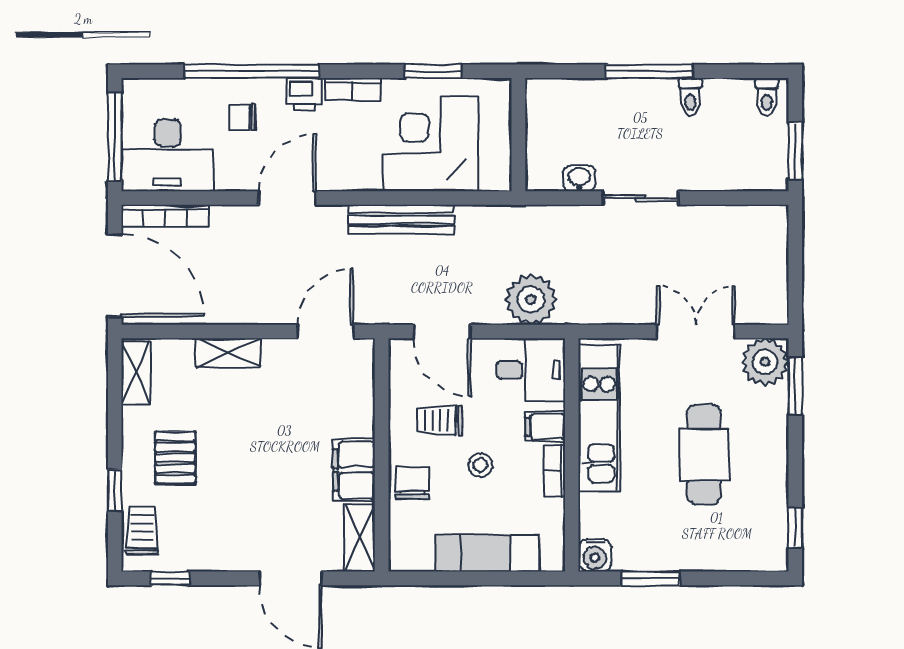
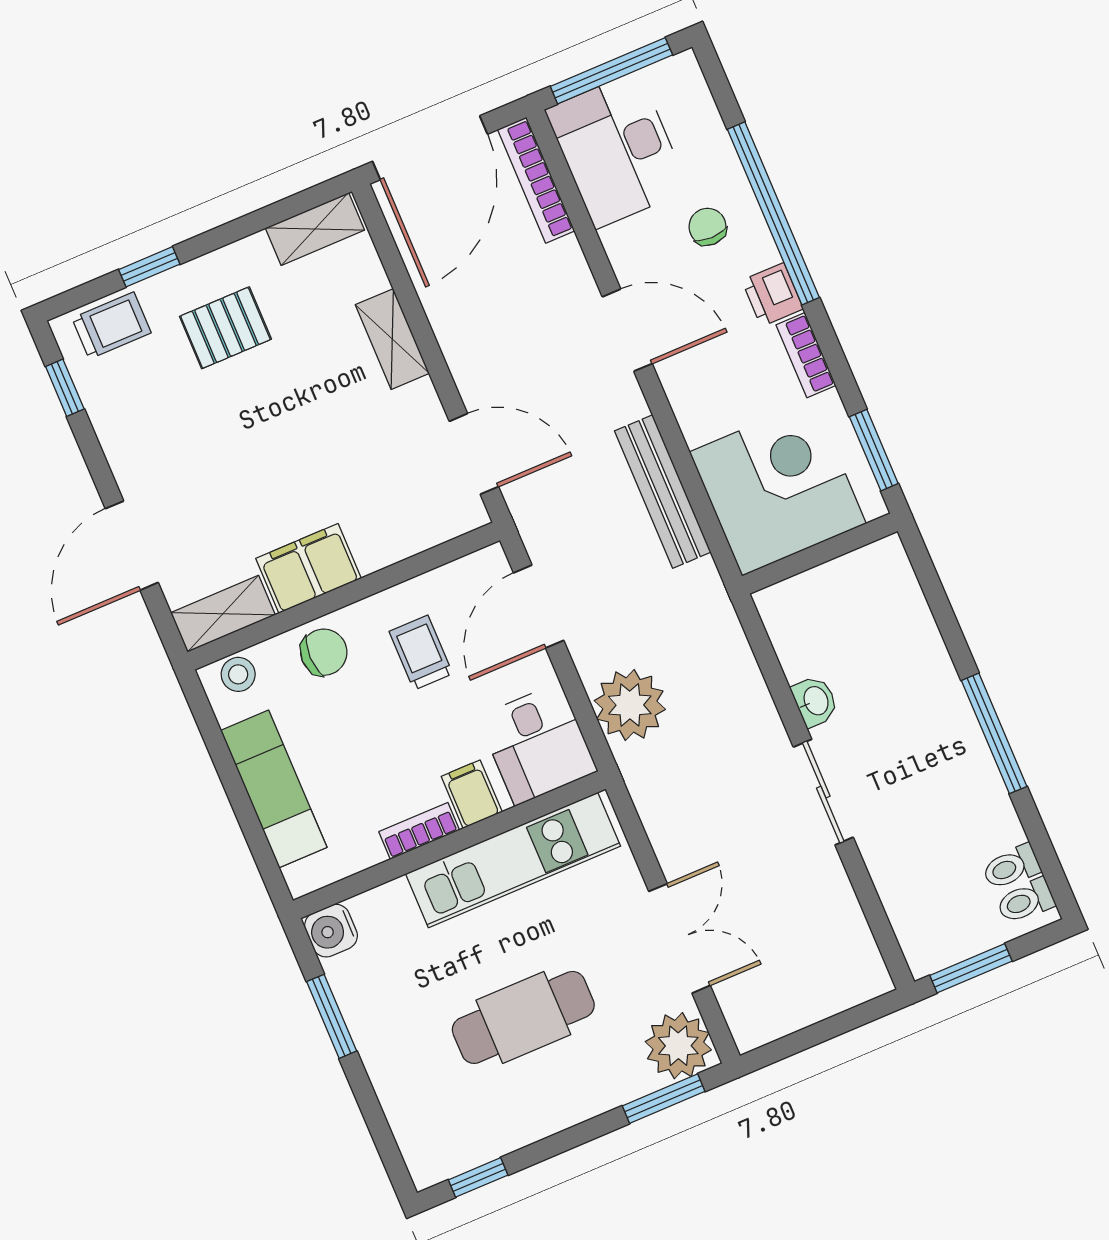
toilet: (690, 97) -> (1011, 867), moved
wall: (518, 135) -> (820, 554), moved
stool: (480, 465) -> (238, 674), moved

